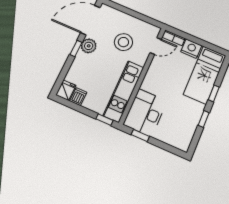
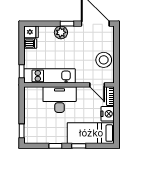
stool: (123, 42) -> (104, 60), moved
plant: (89, 46) -> (61, 32), moved
desk: (145, 113) -> (60, 100), moved
window: (140, 136) -> (22, 131), moved

